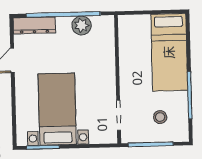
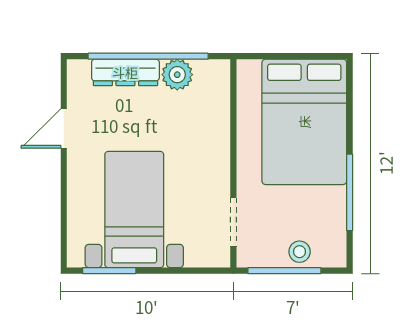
dresser: (34, 25) -> (125, 72), moved
bed: (169, 52) -> (304, 122), width x1.50
stool: (160, 117) -> (300, 252), moved

